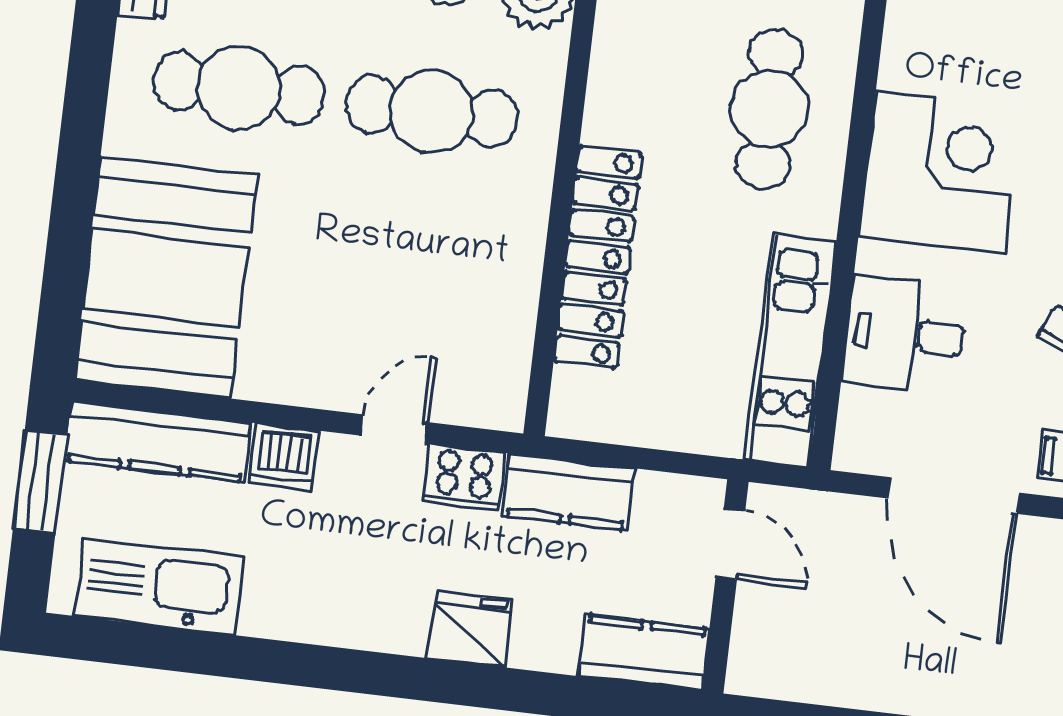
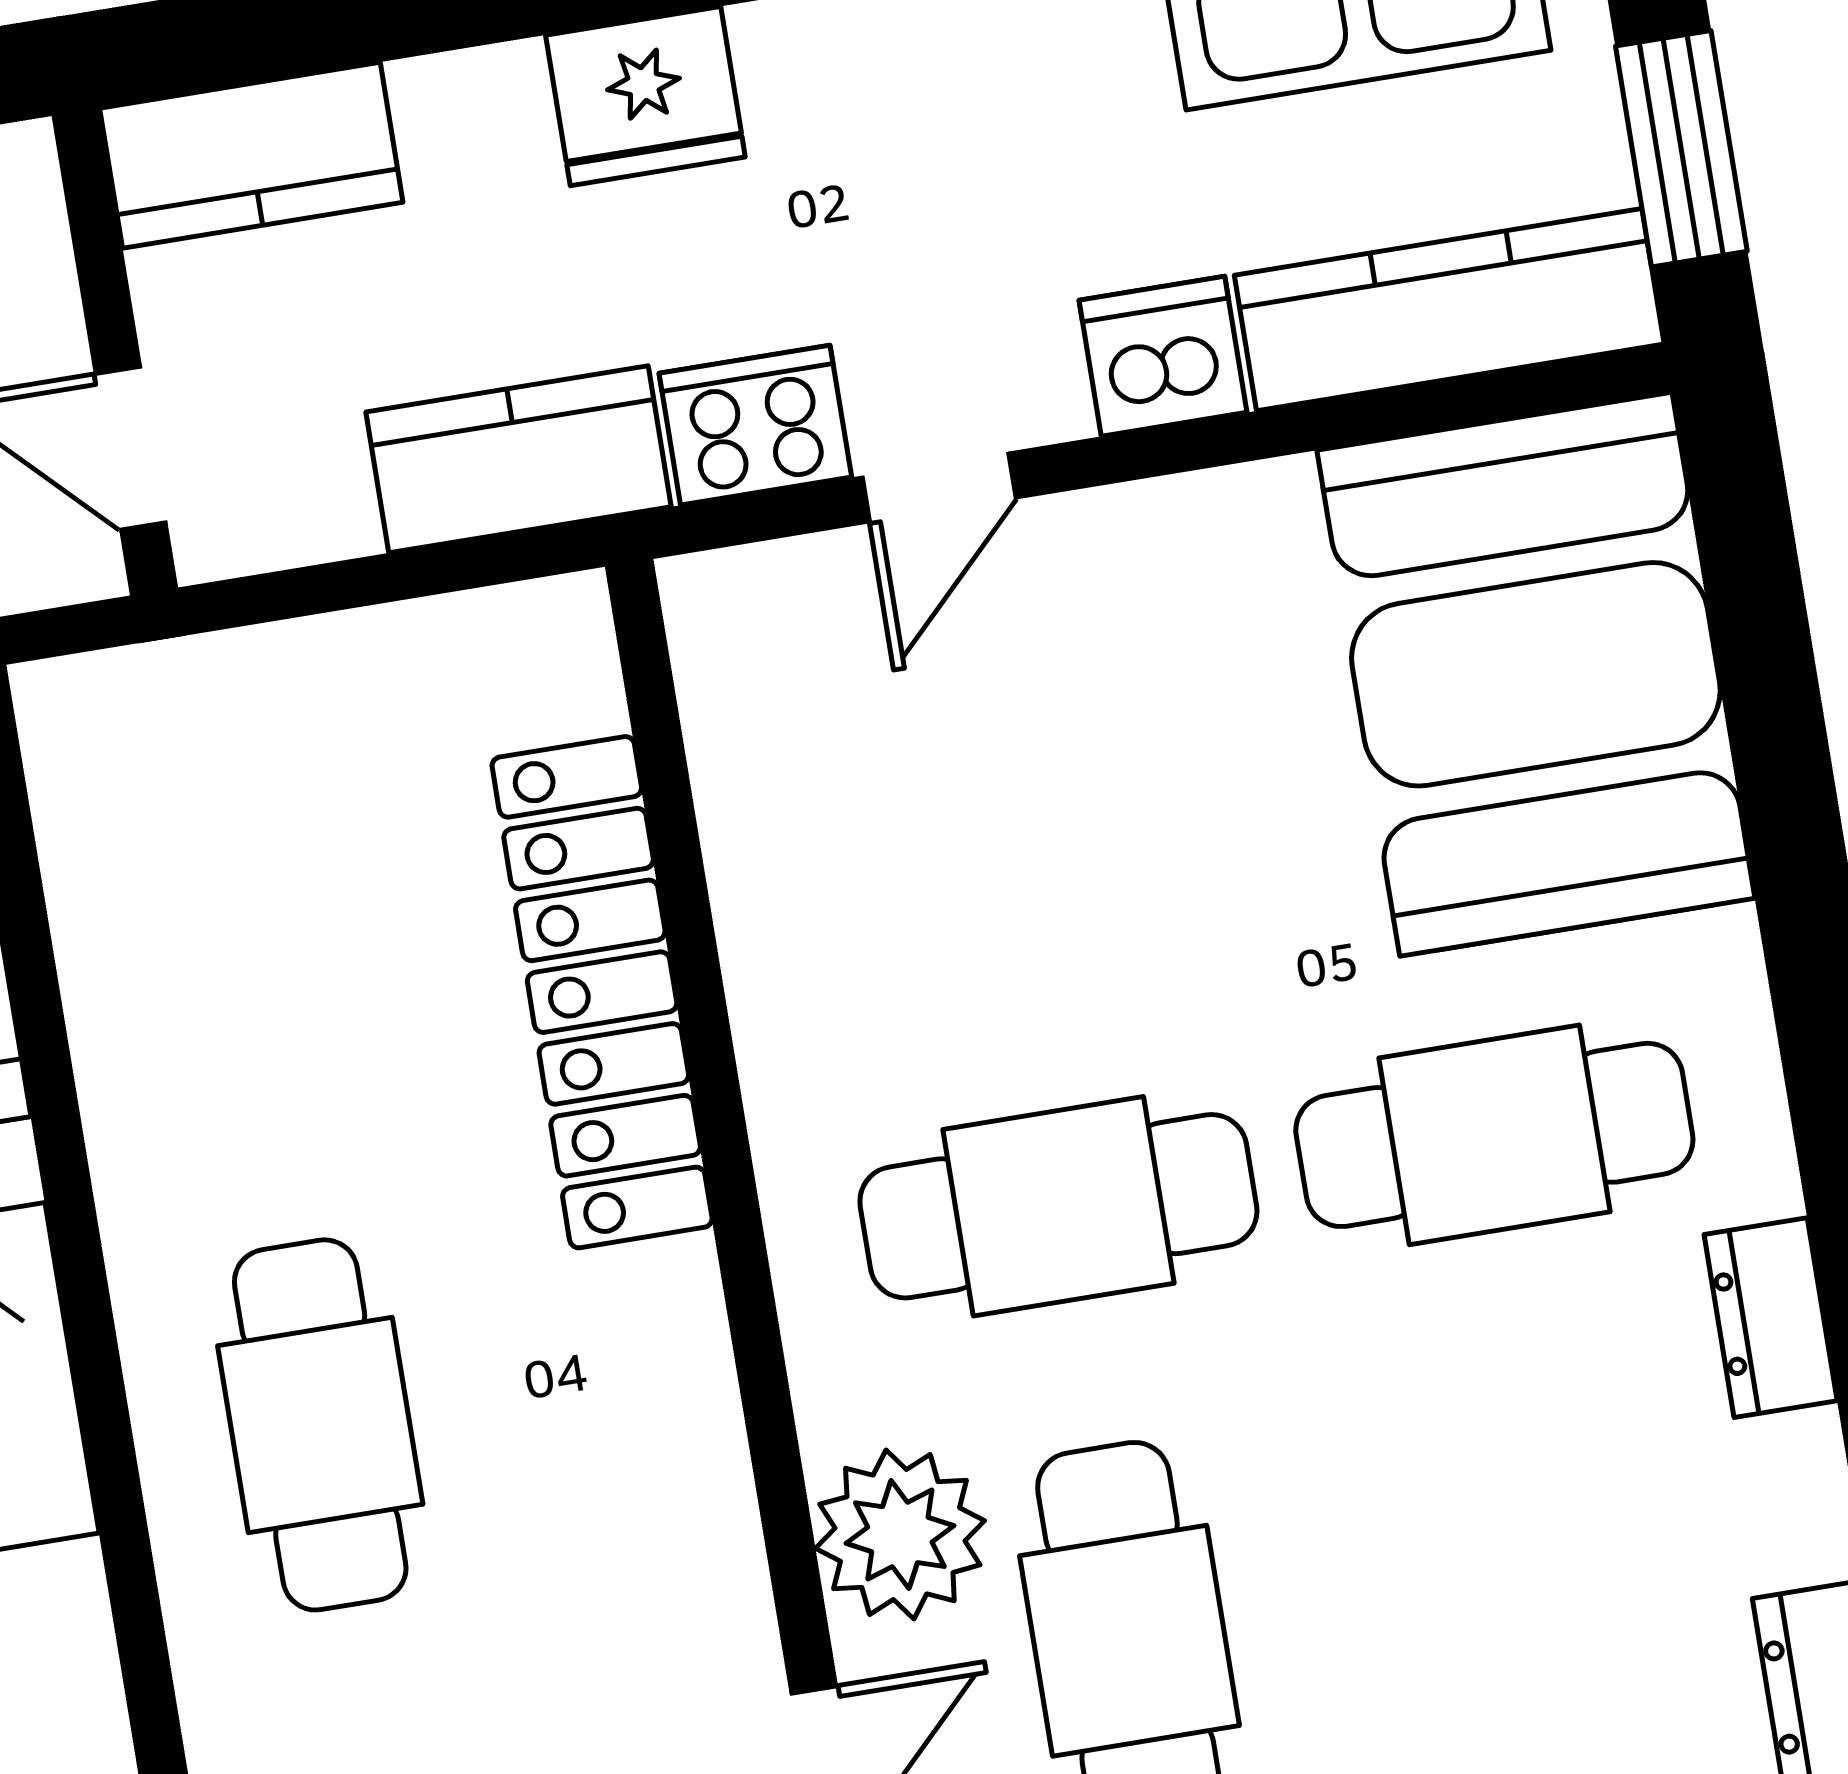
kitchen unit: (791, 351) -> (120, 909), removed

